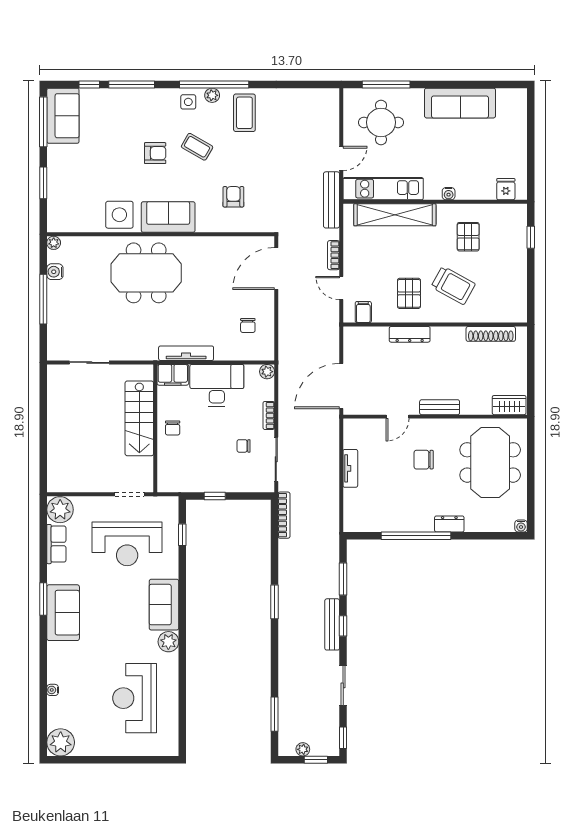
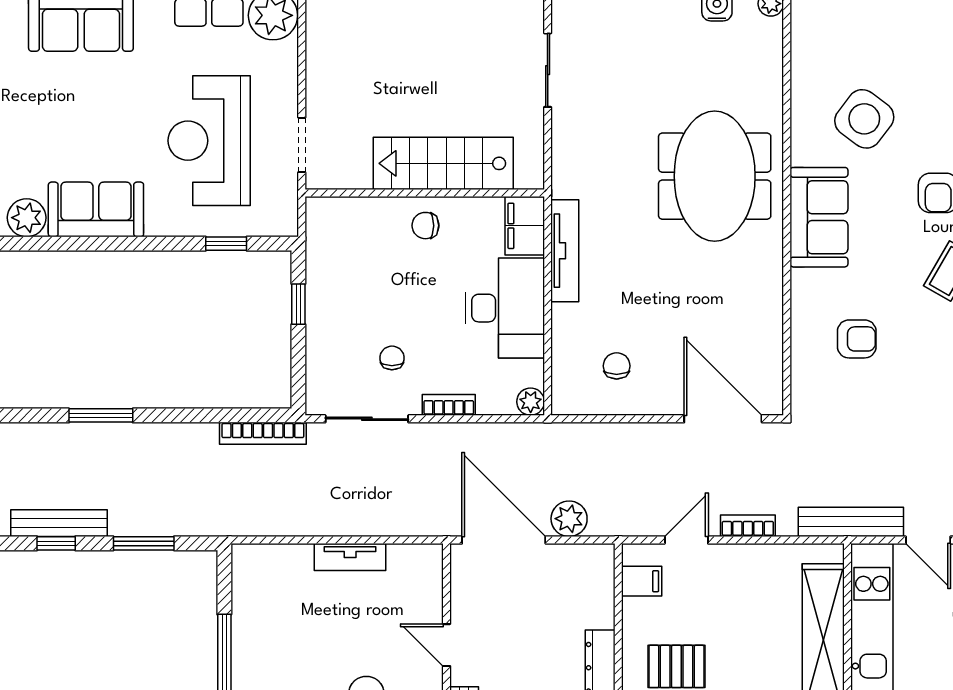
side table: (119, 215) -> (864, 119), moved, turned 37
chair: (248, 325) -> (617, 366), turned 90
plant: (330, 351) -> (569, 519), added

